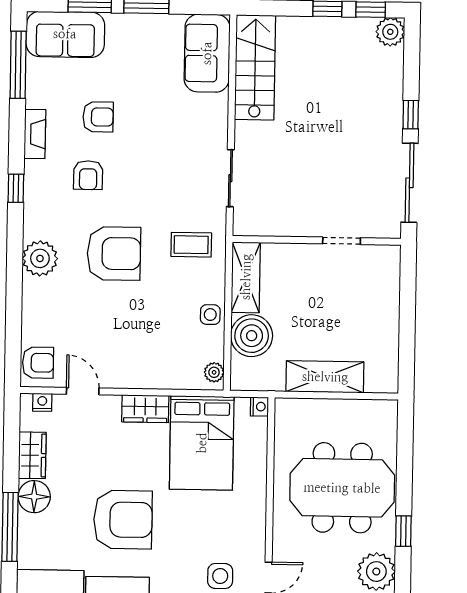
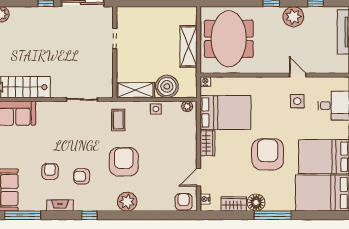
armchair: (88, 175) -> (82, 176), turned 180
meeting table: (342, 488) -> (229, 39), moved

